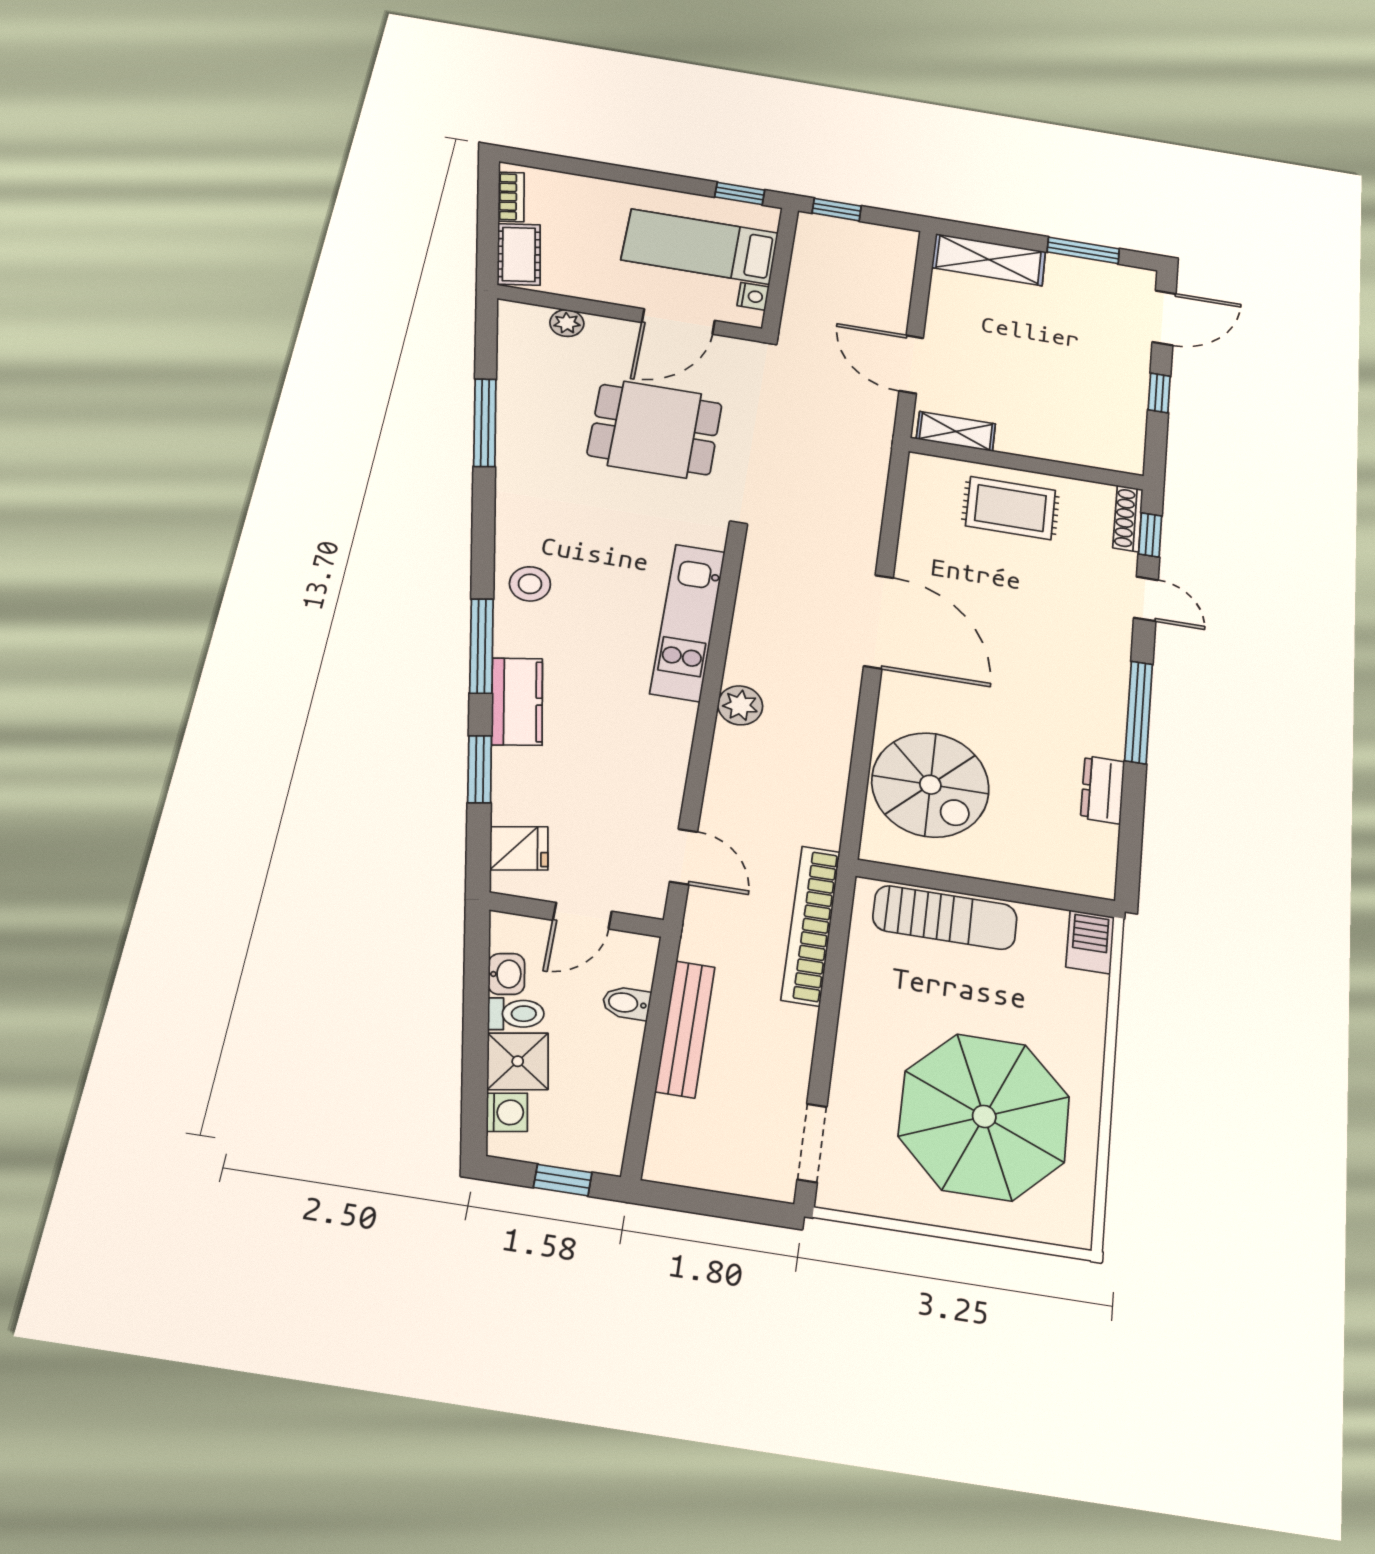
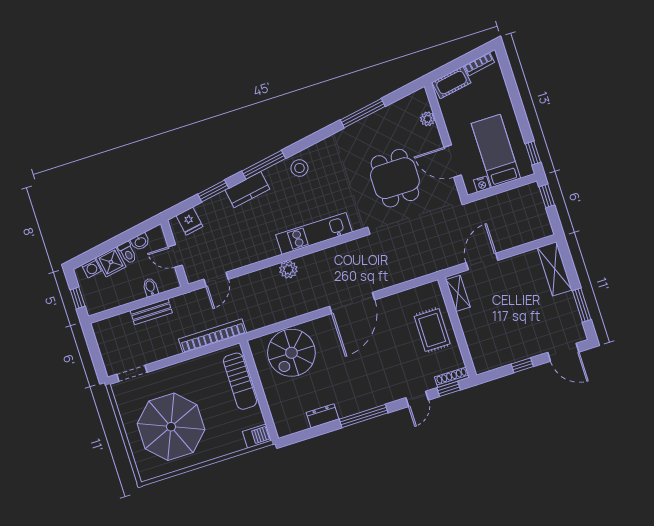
bench: (685, 1029) -> (151, 312), width x0.73

